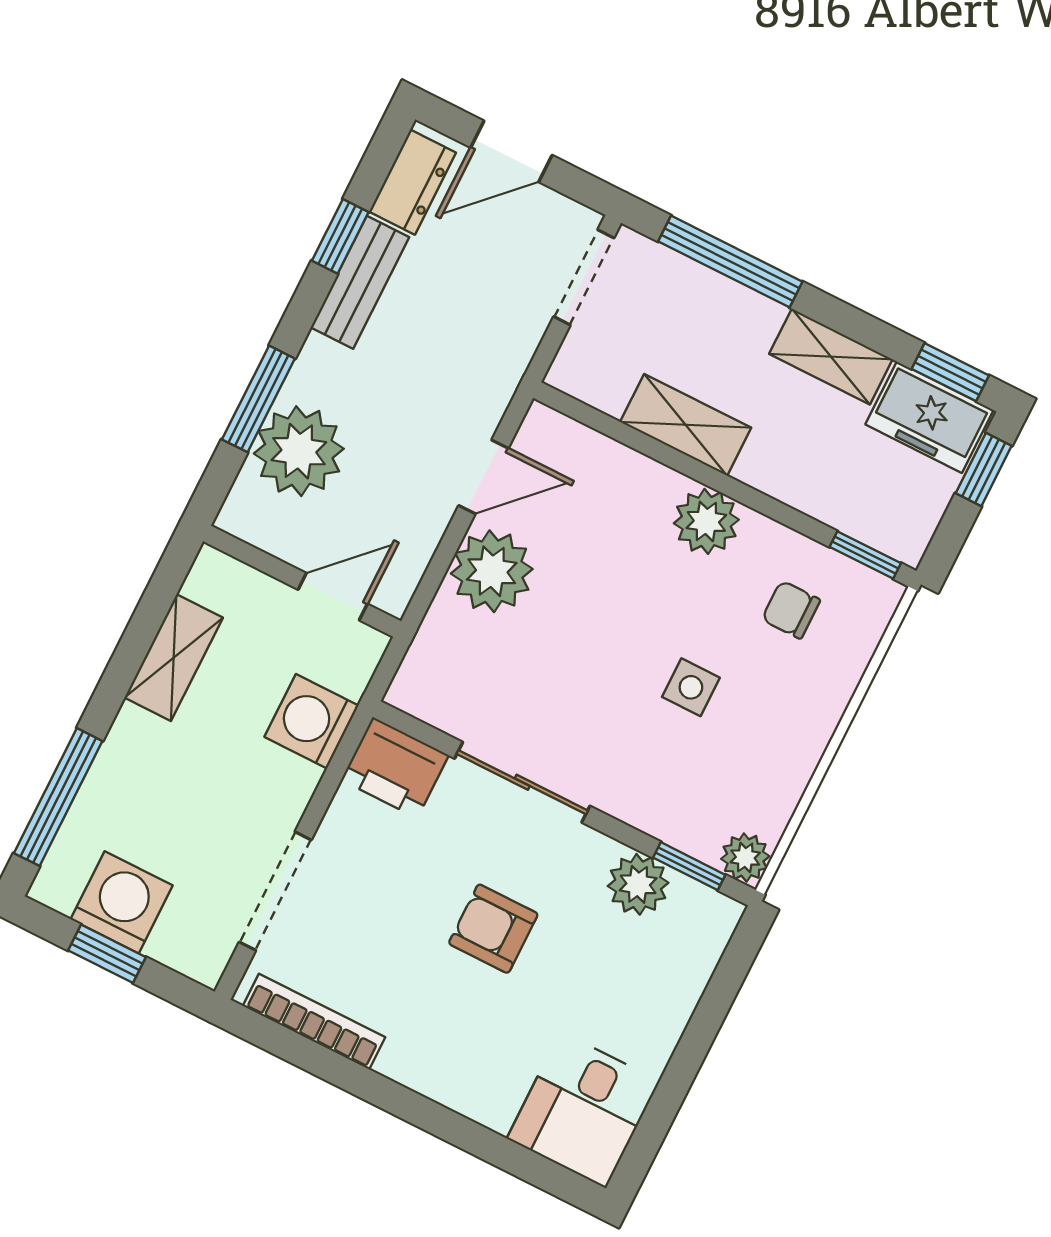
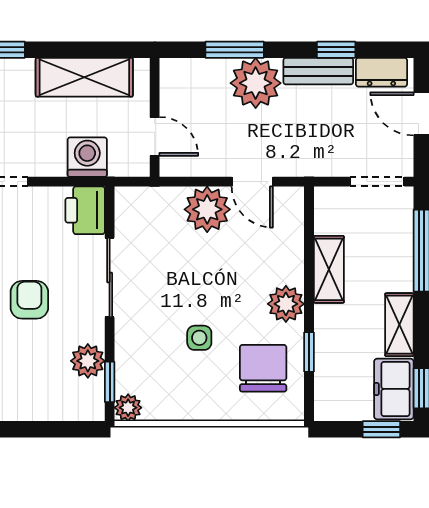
plant: (299, 451) -> (256, 83), moved
window: (865, 555) -> (309, 352), moved
chair: (791, 610) -> (263, 368), width x1.87, depth x1.87
shelving: (174, 658) -> (84, 77), width x1.50, depth x1.33

